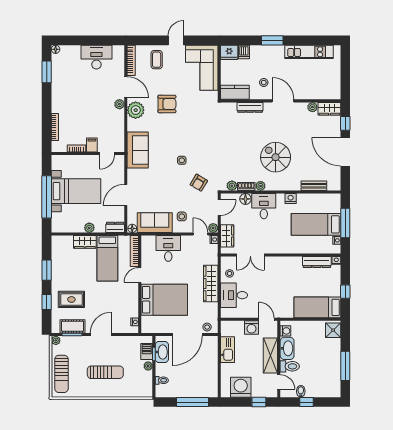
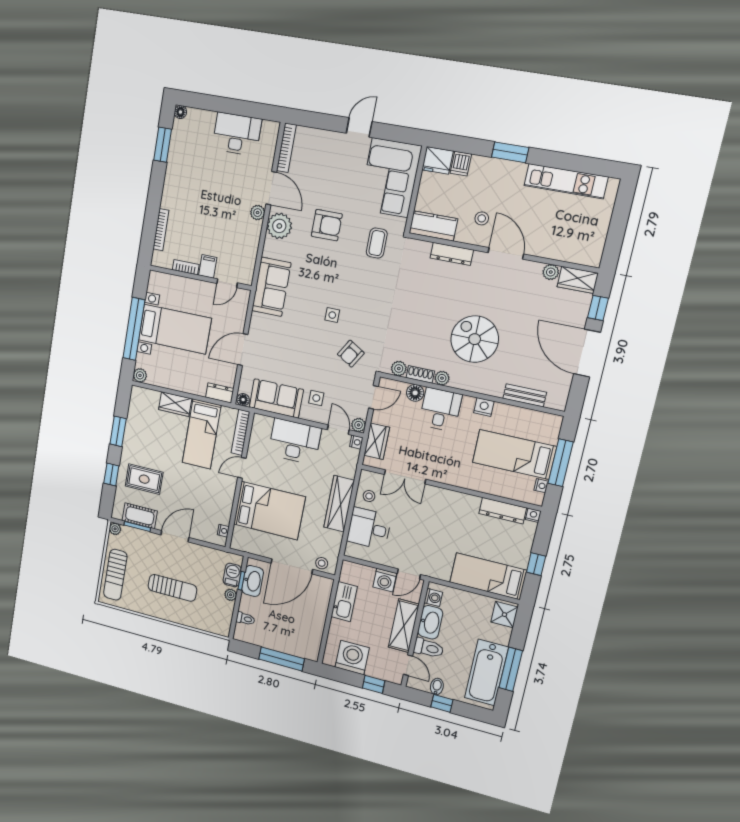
coffee table: (157, 60) -> (377, 243), moved
plant: (89, 228) -> (140, 375), moved
desk: (168, 248) -> (295, 441), width x1.37
door: (266, 319) -> (409, 574), swing flipped
bathtub: (330, 372) -> (486, 672), added

